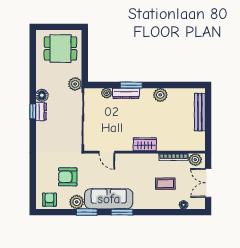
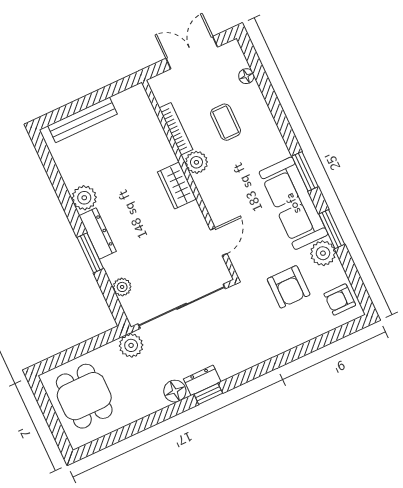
dresser: (126, 93) -> (98, 234), moved
plant: (195, 160) -> (196, 162), moved
double door: (208, 183) -> (192, 53), swing flipped

